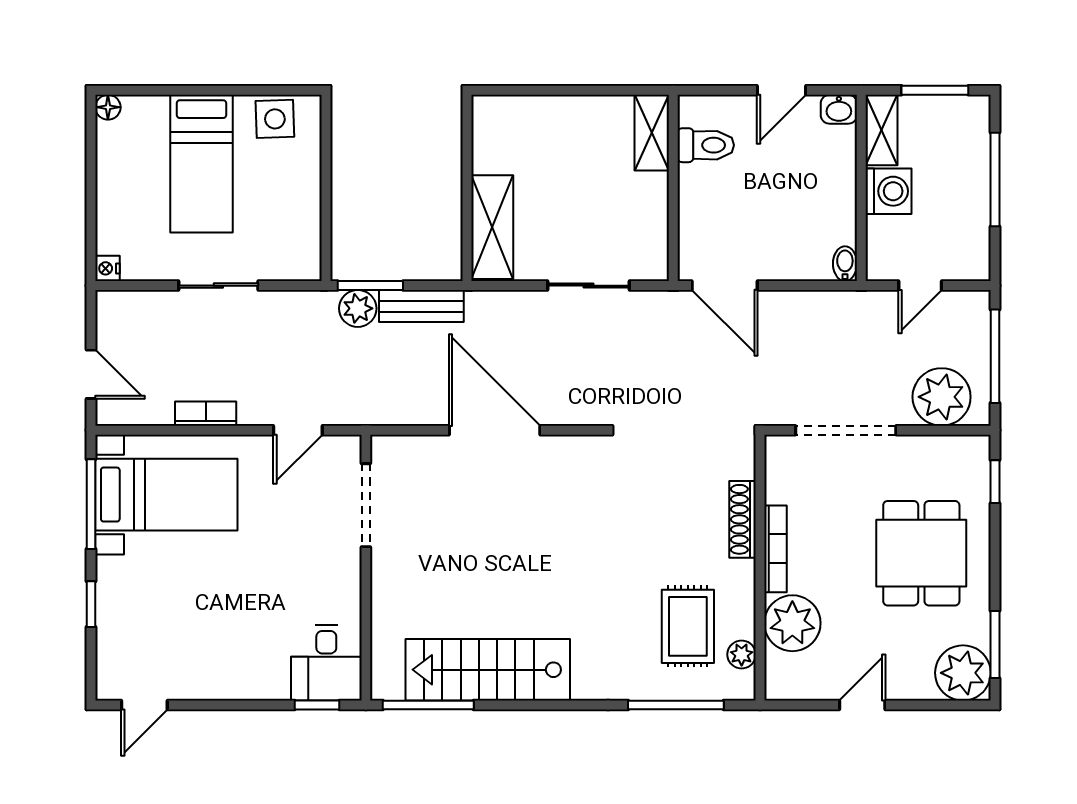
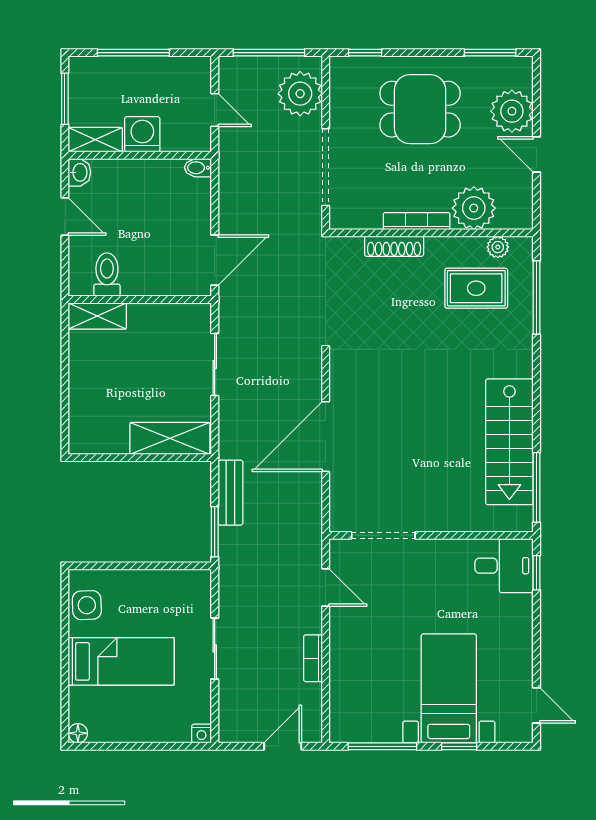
plant: (358, 308) -> (232, 542), removed
bed with nightstands: (166, 495) -> (449, 688), moved
plant: (963, 673) -> (512, 111), moved

